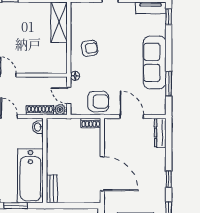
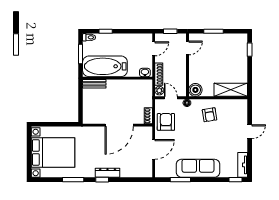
boiler: (59, 66) -> (195, 90), added
door: (69, 95) -> (171, 98), hinge flipped
armchair: (98, 101) -> (166, 122), turned 180
dresser: (160, 133) -> (108, 173), moved
door: (102, 174) -> (119, 125), moved

